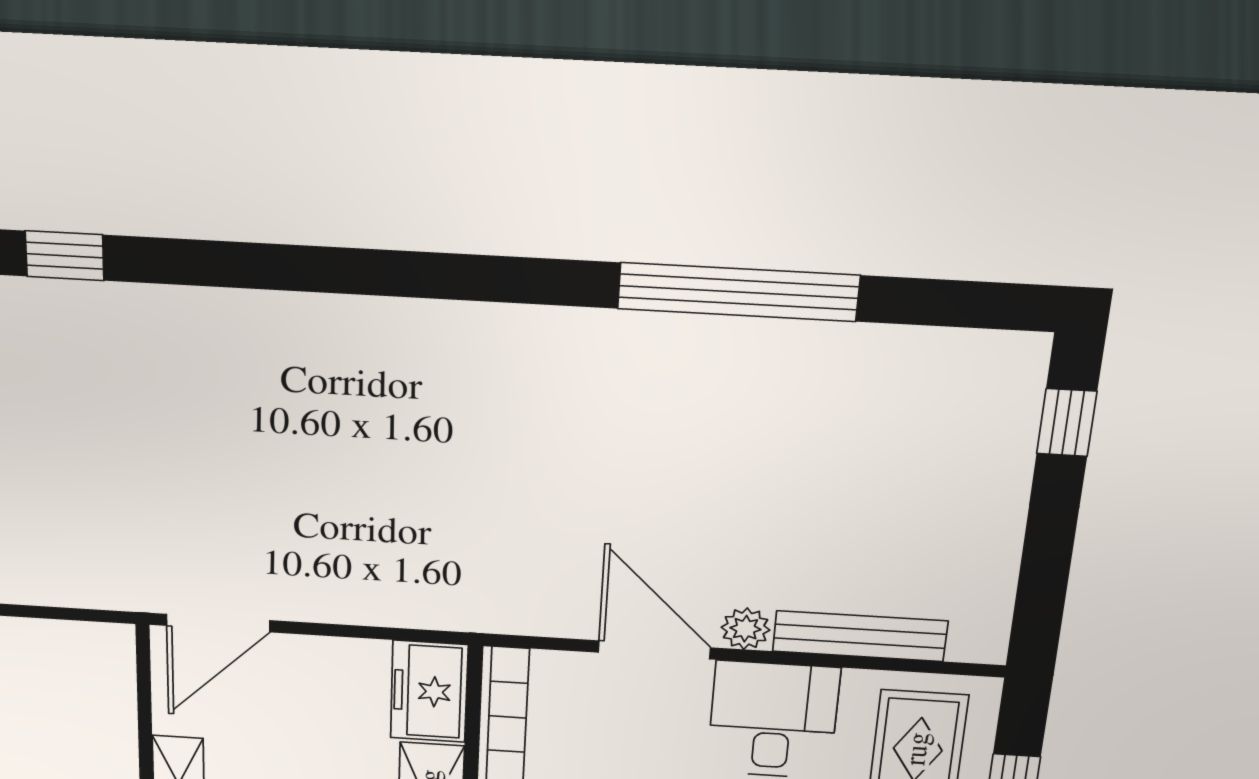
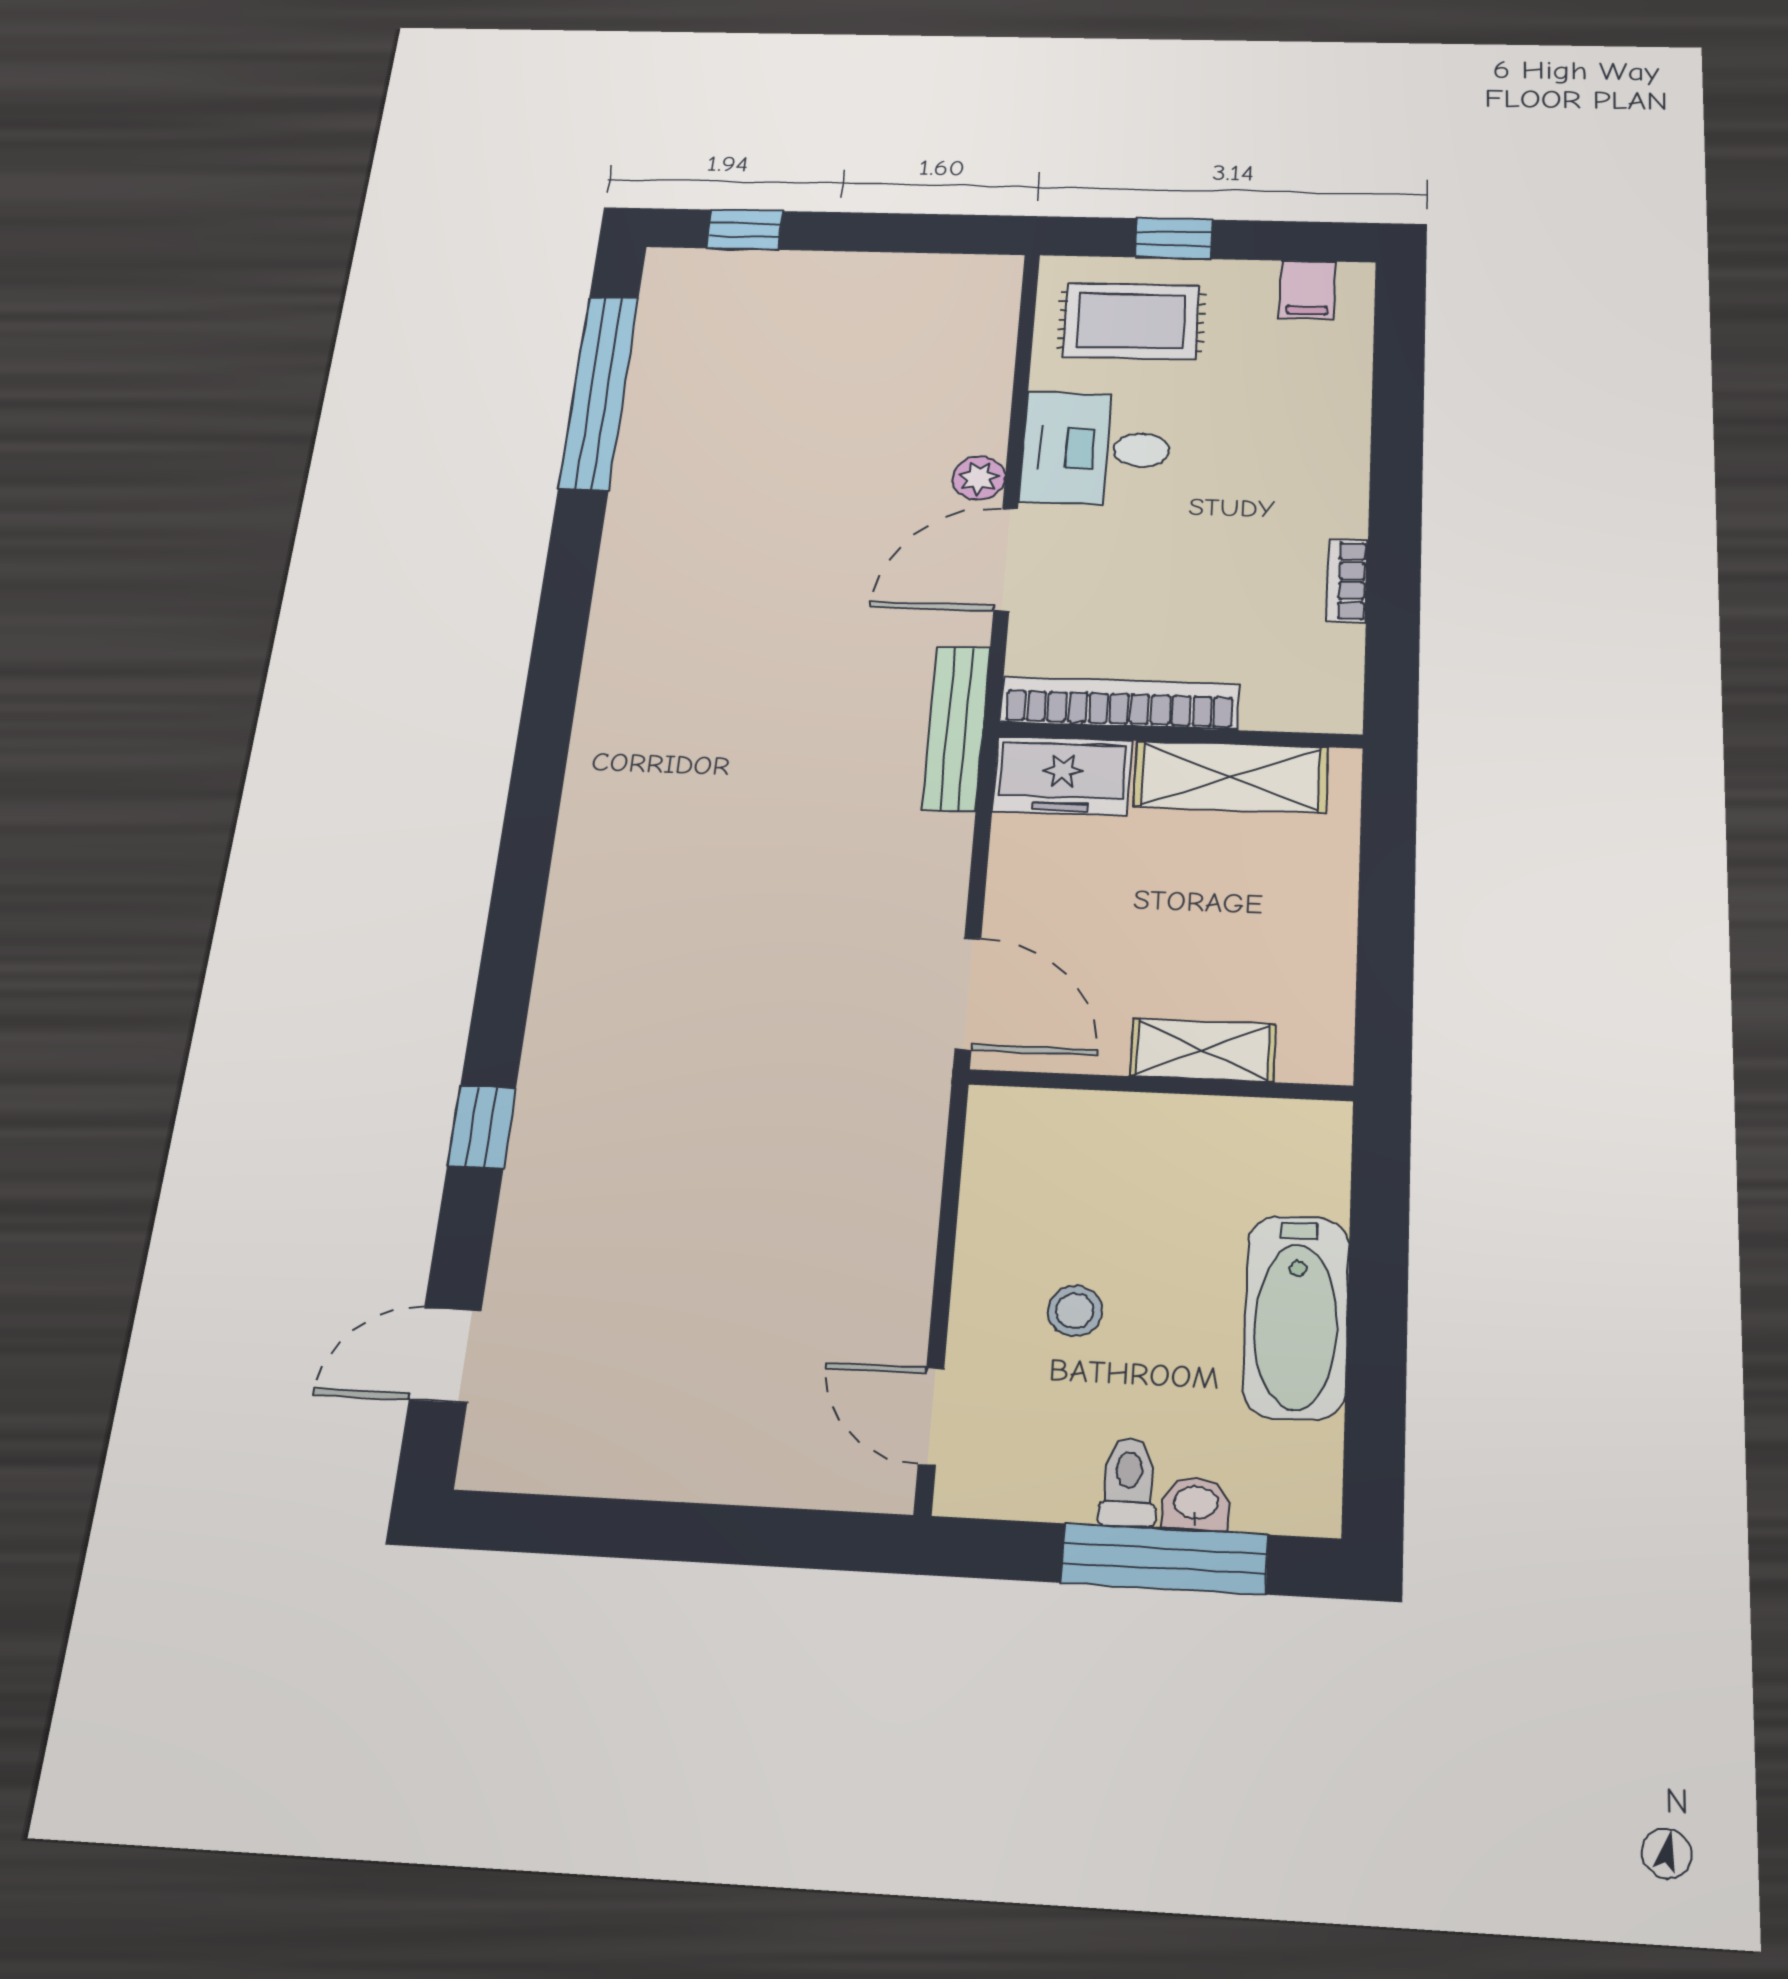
window: (738, 292) -> (599, 392), moved
bench: (860, 636) -> (956, 728), moved

